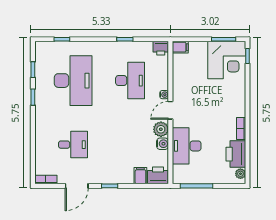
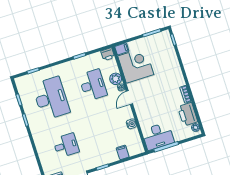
corner desk: (227, 60) -> (136, 65), moved, turned -90
plant: (161, 129) -> (116, 79), moved
desk: (187, 146) -> (158, 136), moved, turned -90
printer: (158, 175) -> (135, 148), removed

